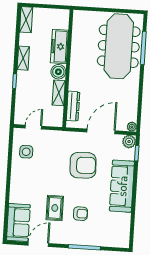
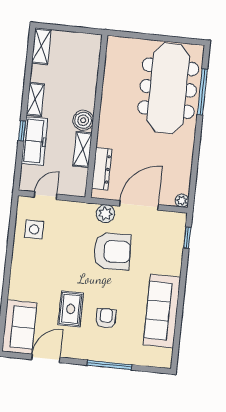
freezer: (59, 46) -> (35, 141), moved, turned 180
plant: (129, 142) -> (105, 214), moved
sofa: (122, 186) -> (162, 311), moved
armchair: (80, 214) -> (106, 318), turned -90

